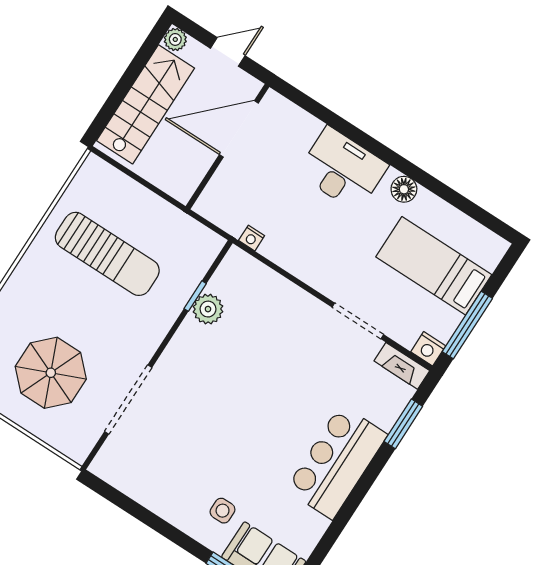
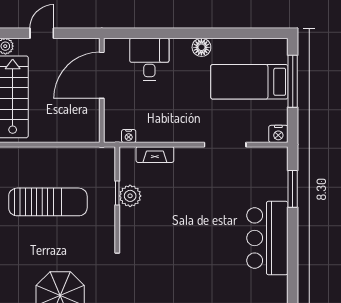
door: (239, 129) -> (102, 75), moved
wall: (228, 147) -> (102, 90), moved
desk: (343, 169) -> (149, 59), width x0.73
window: (467, 325) -> (293, 81), moved
fireplace: (402, 366) -> (155, 155), moved

